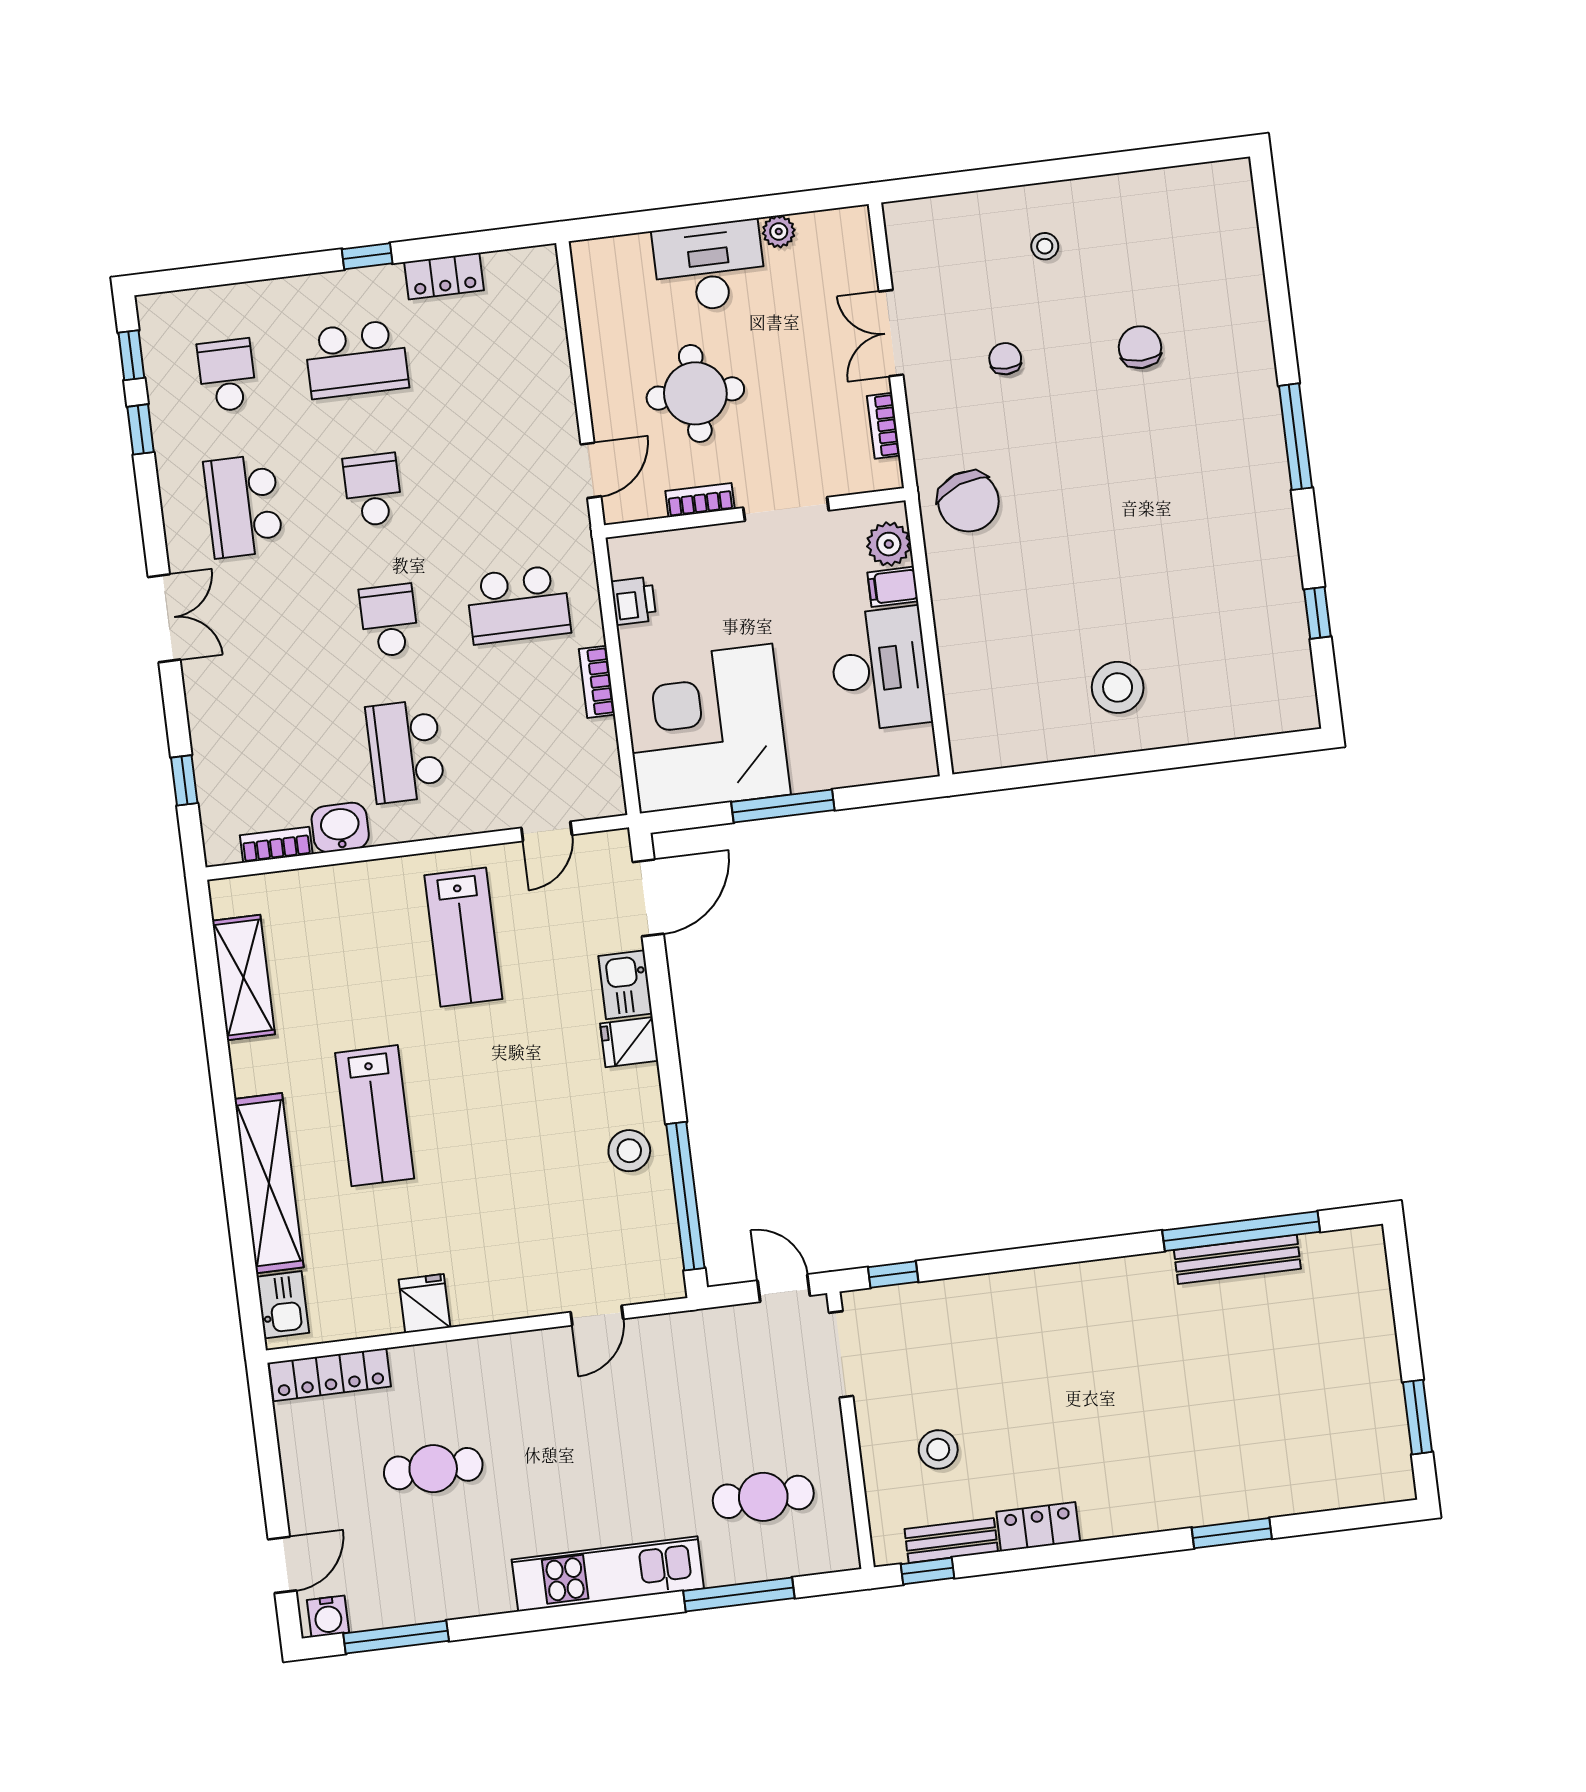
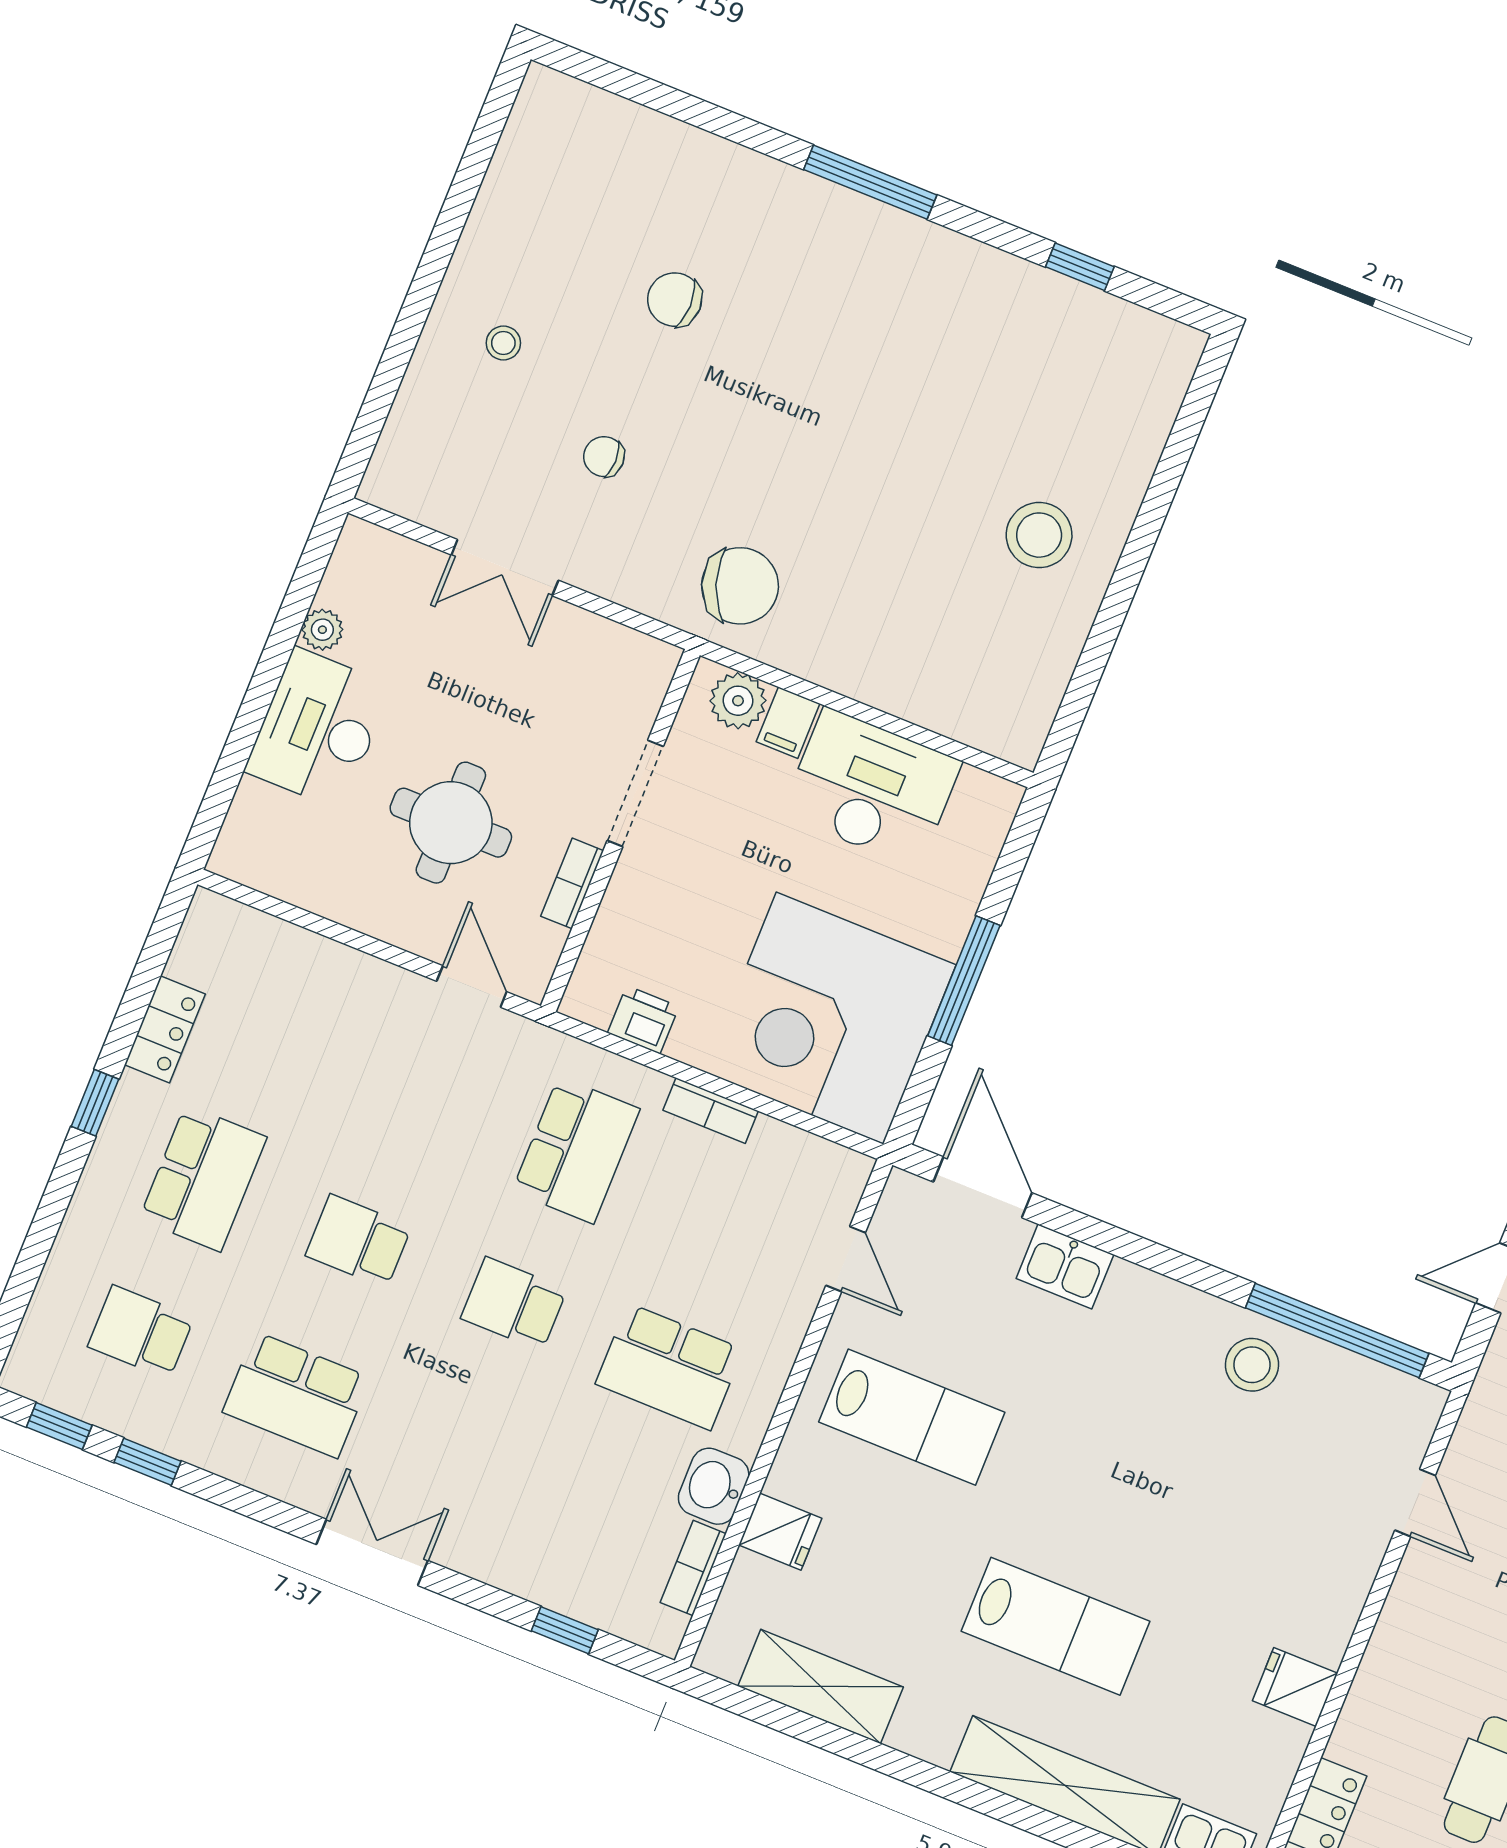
bookcase: (884, 426) -> (603, 633), removed
fridge: (629, 1042) -> (780, 1532), moved, turned -90

